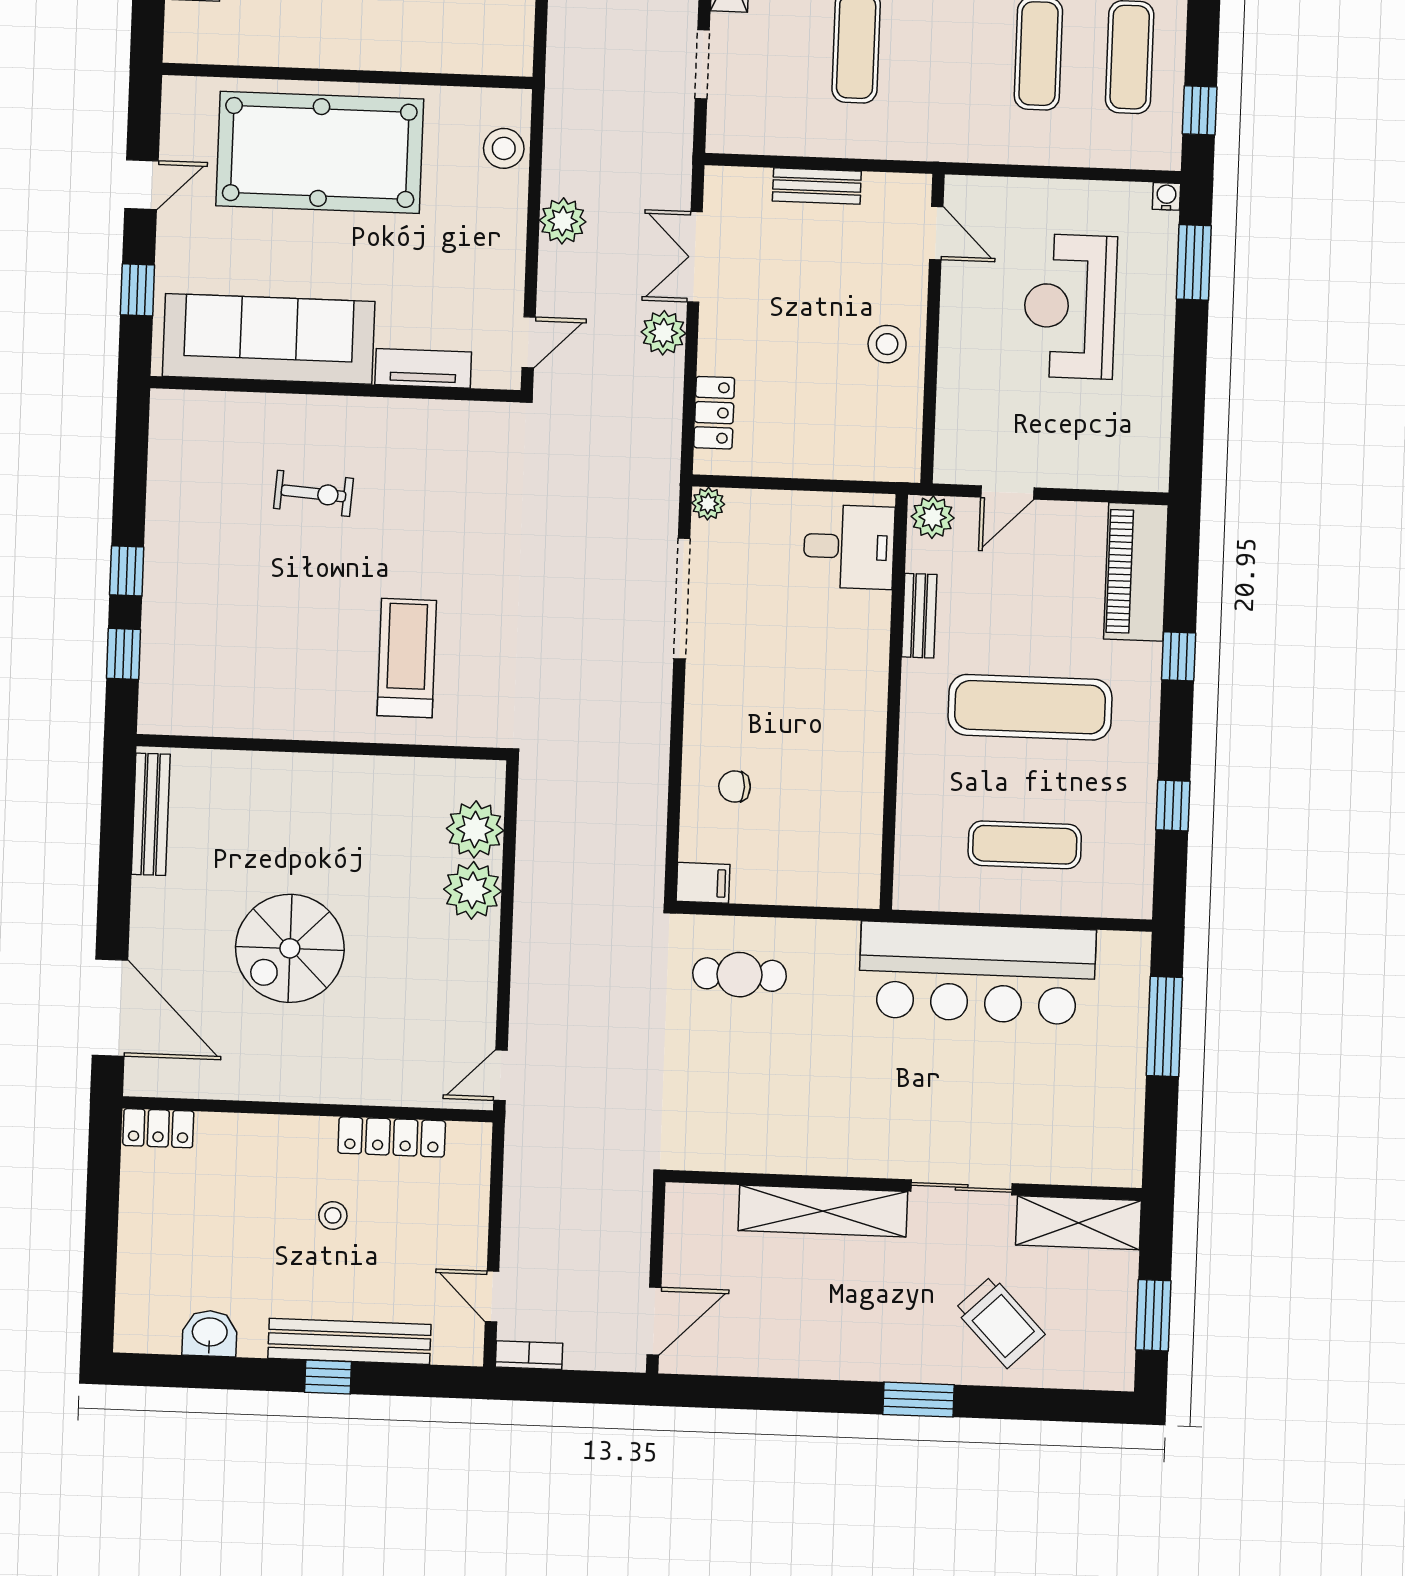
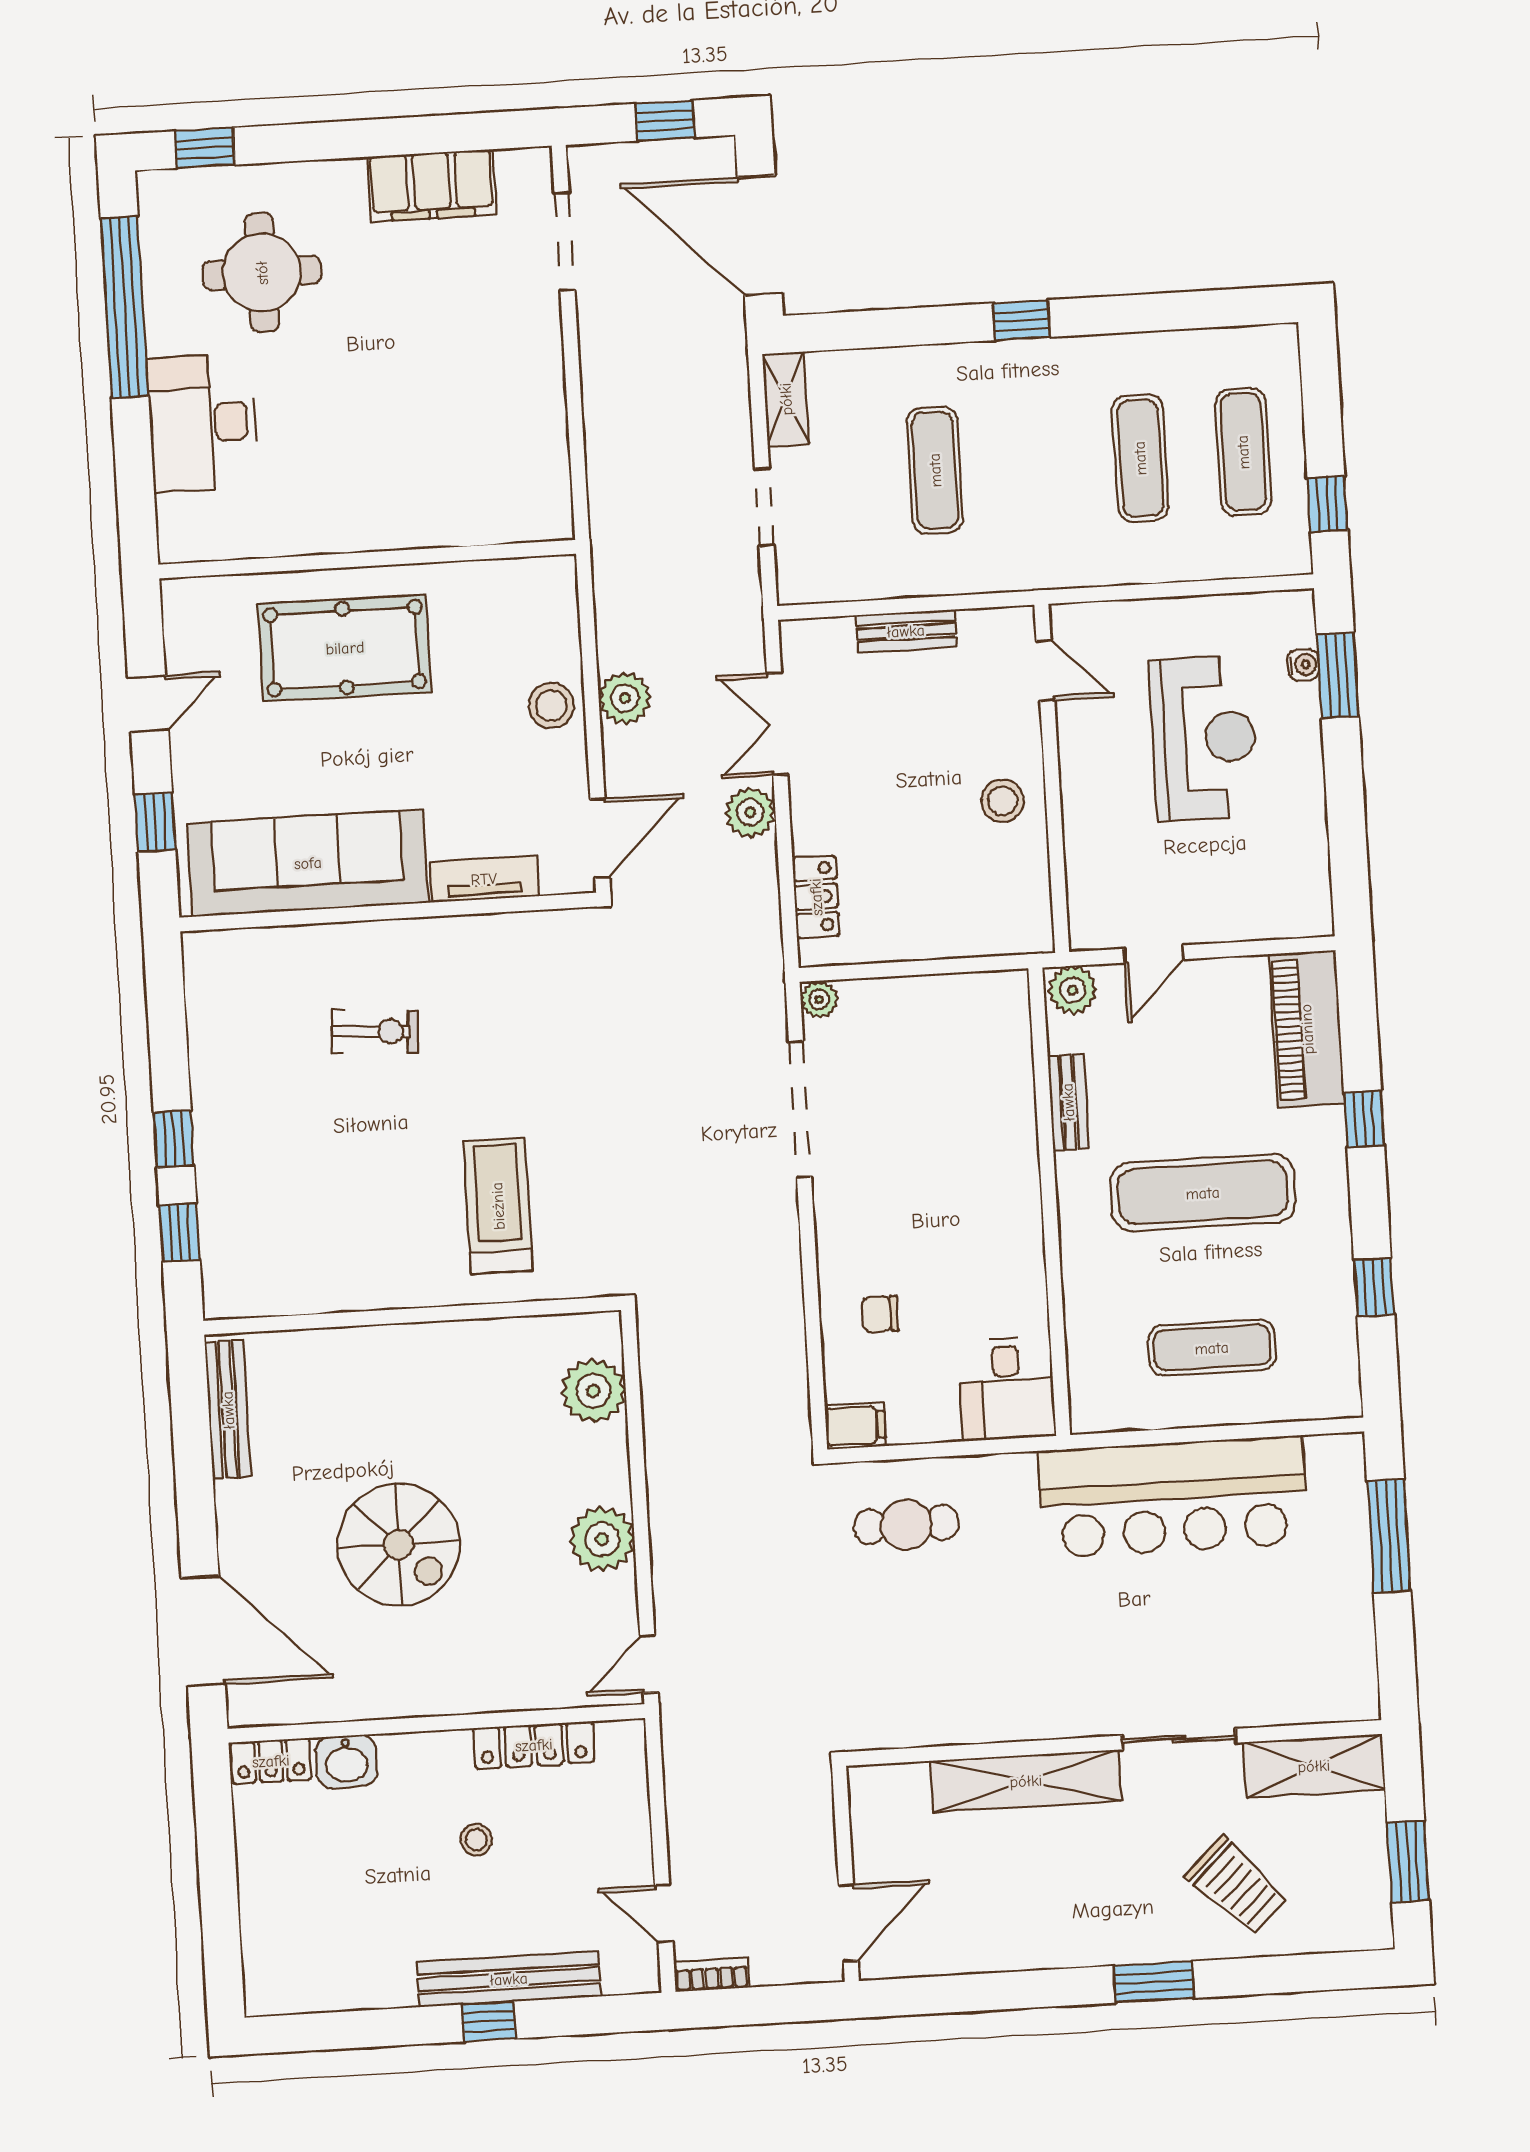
stool: (504, 148) -> (551, 705), moved
pool table: (320, 152) -> (345, 648), width x0.73, depth x0.76
water cooler: (1166, 196) -> (1303, 665), moved, turned 90
reception desk: (1070, 306) -> (1204, 738), turned 180
door: (529, 342) -> (600, 838), width x1.38
desk: (849, 547) -> (1007, 1388), moved, turned 90
plant: (472, 890) -> (602, 1539), moved
spiral stairs: (290, 948) -> (399, 1545), turned -90
washbasin: (210, 1333) -> (346, 1761), moved, turned 180

